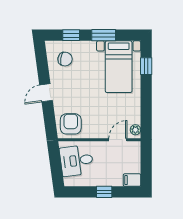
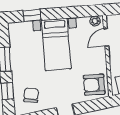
bed with nightstands: (119, 67) -> (56, 44), moved, turned 90
door: (118, 140) -> (106, 37), hinge flipped

